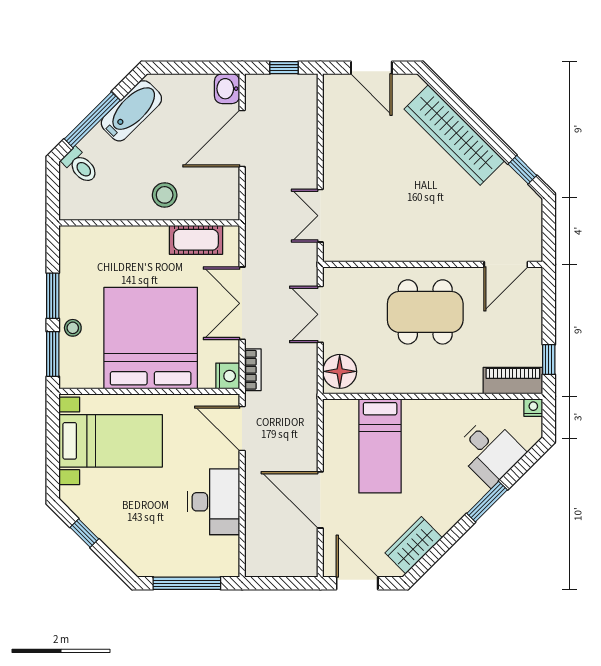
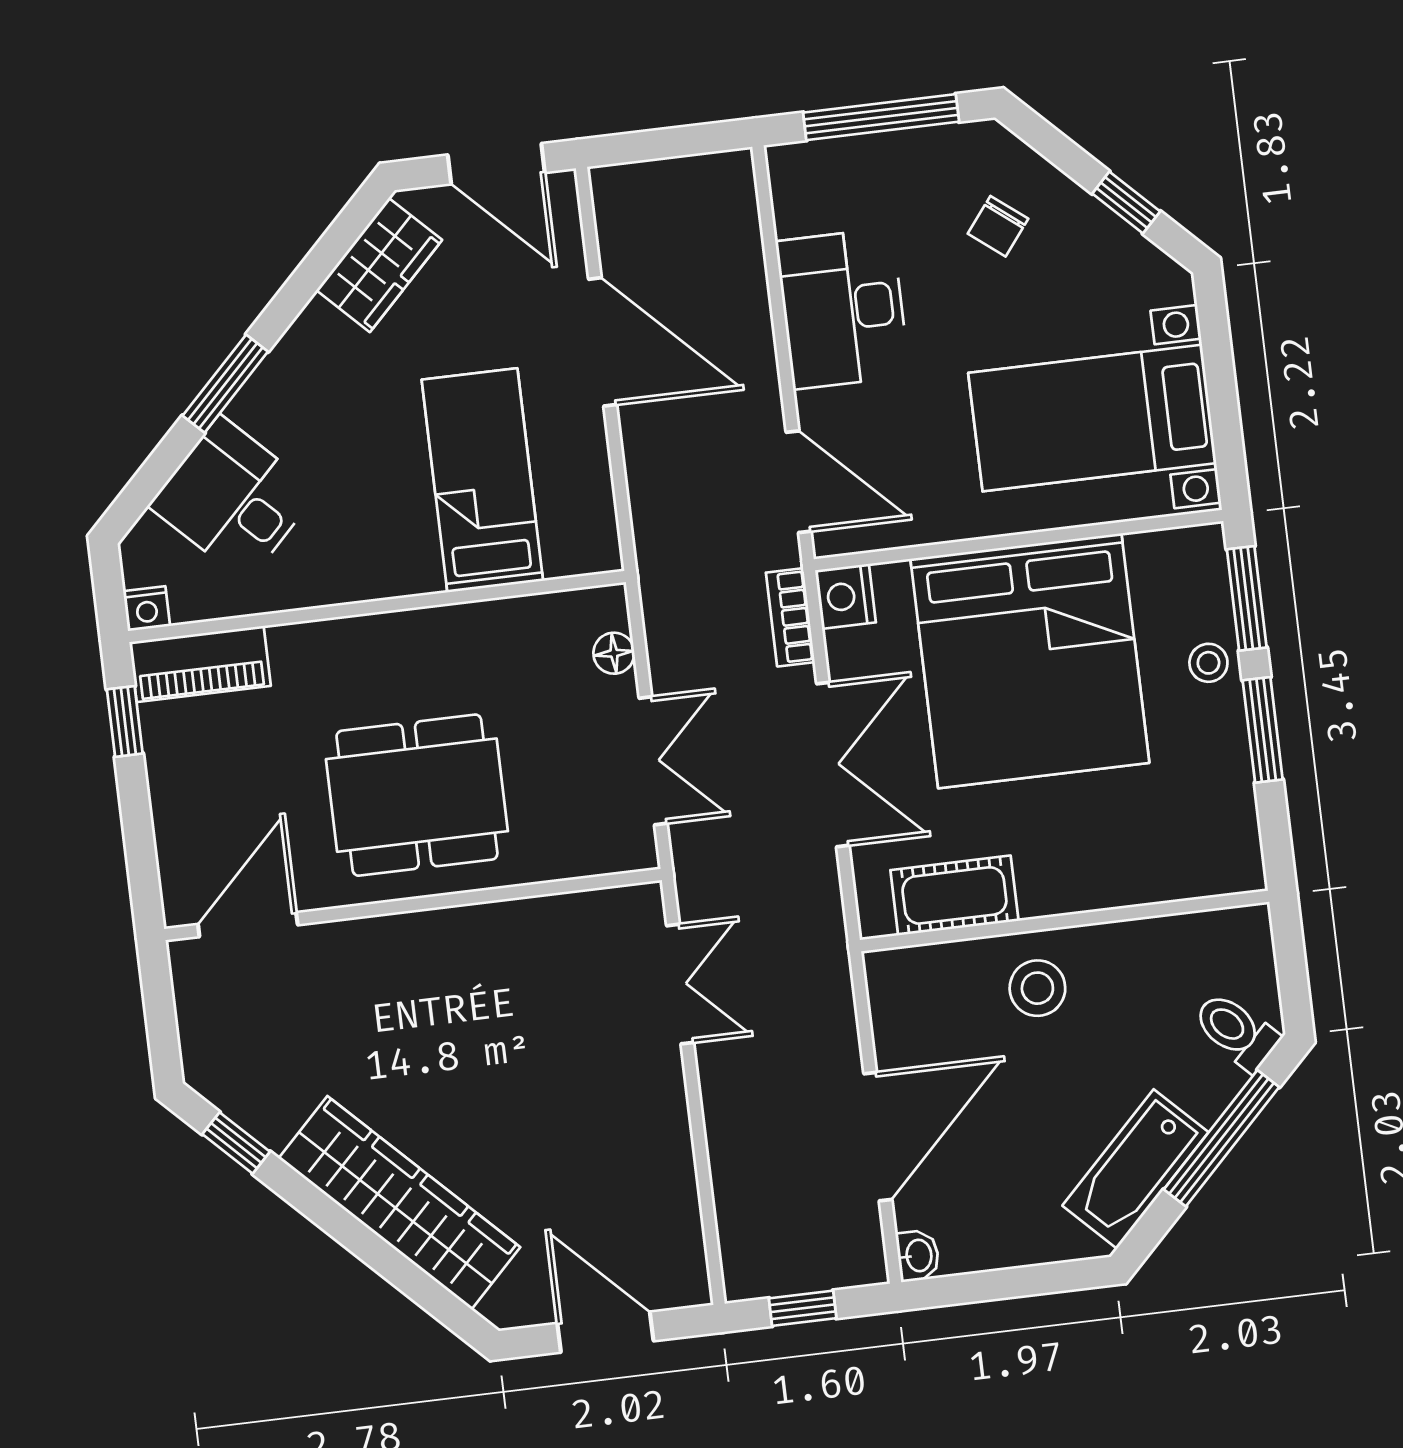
washbasin: (227, 89) -> (918, 1256), width x0.72, depth x0.69
floor lamp: (340, 371) -> (614, 653), width x0.53, depth x0.53
chair: (142, 530) -> (998, 226), added

